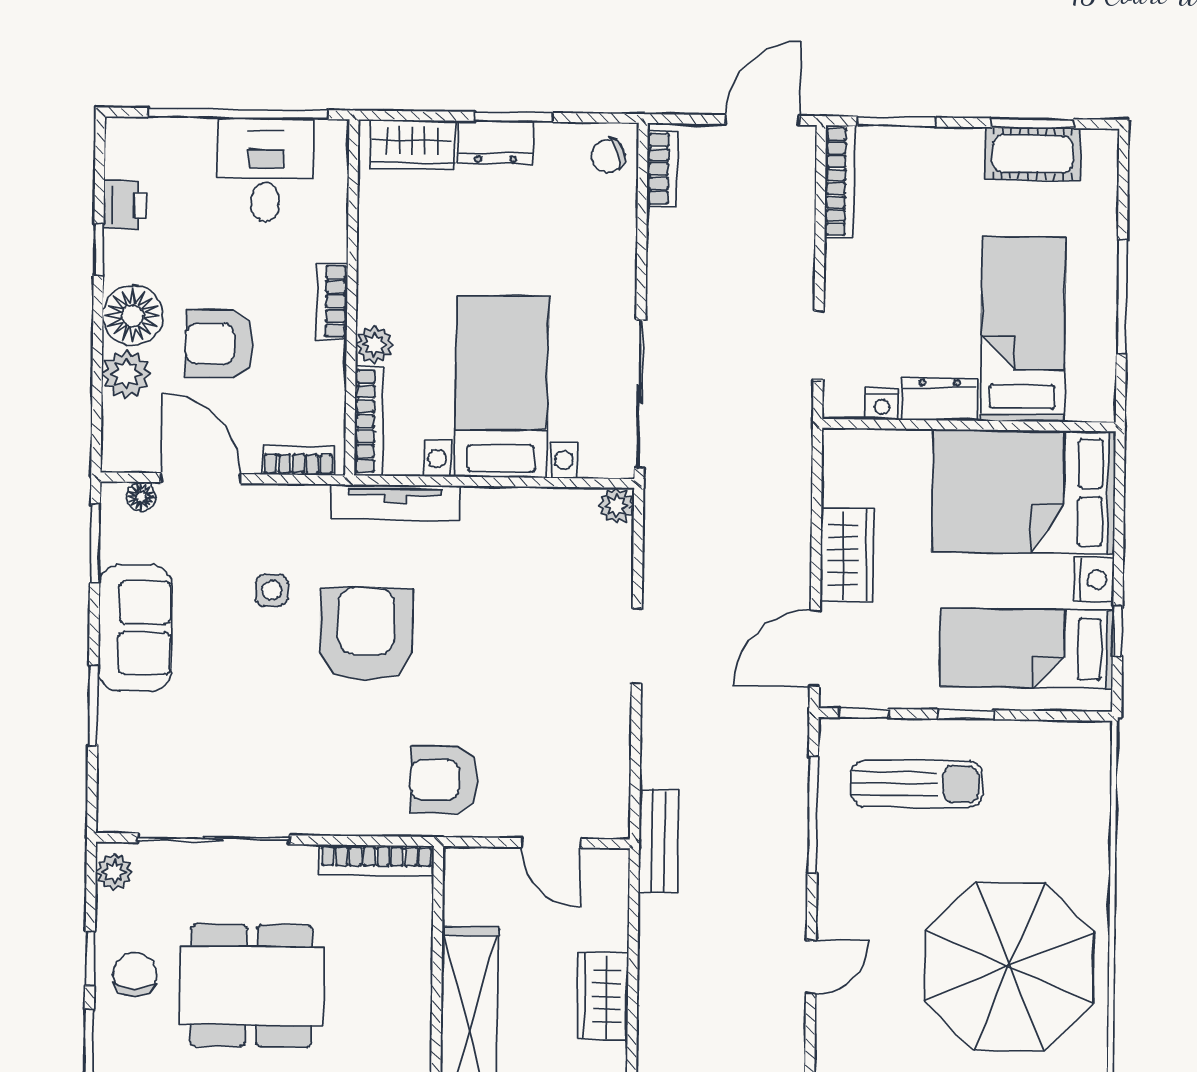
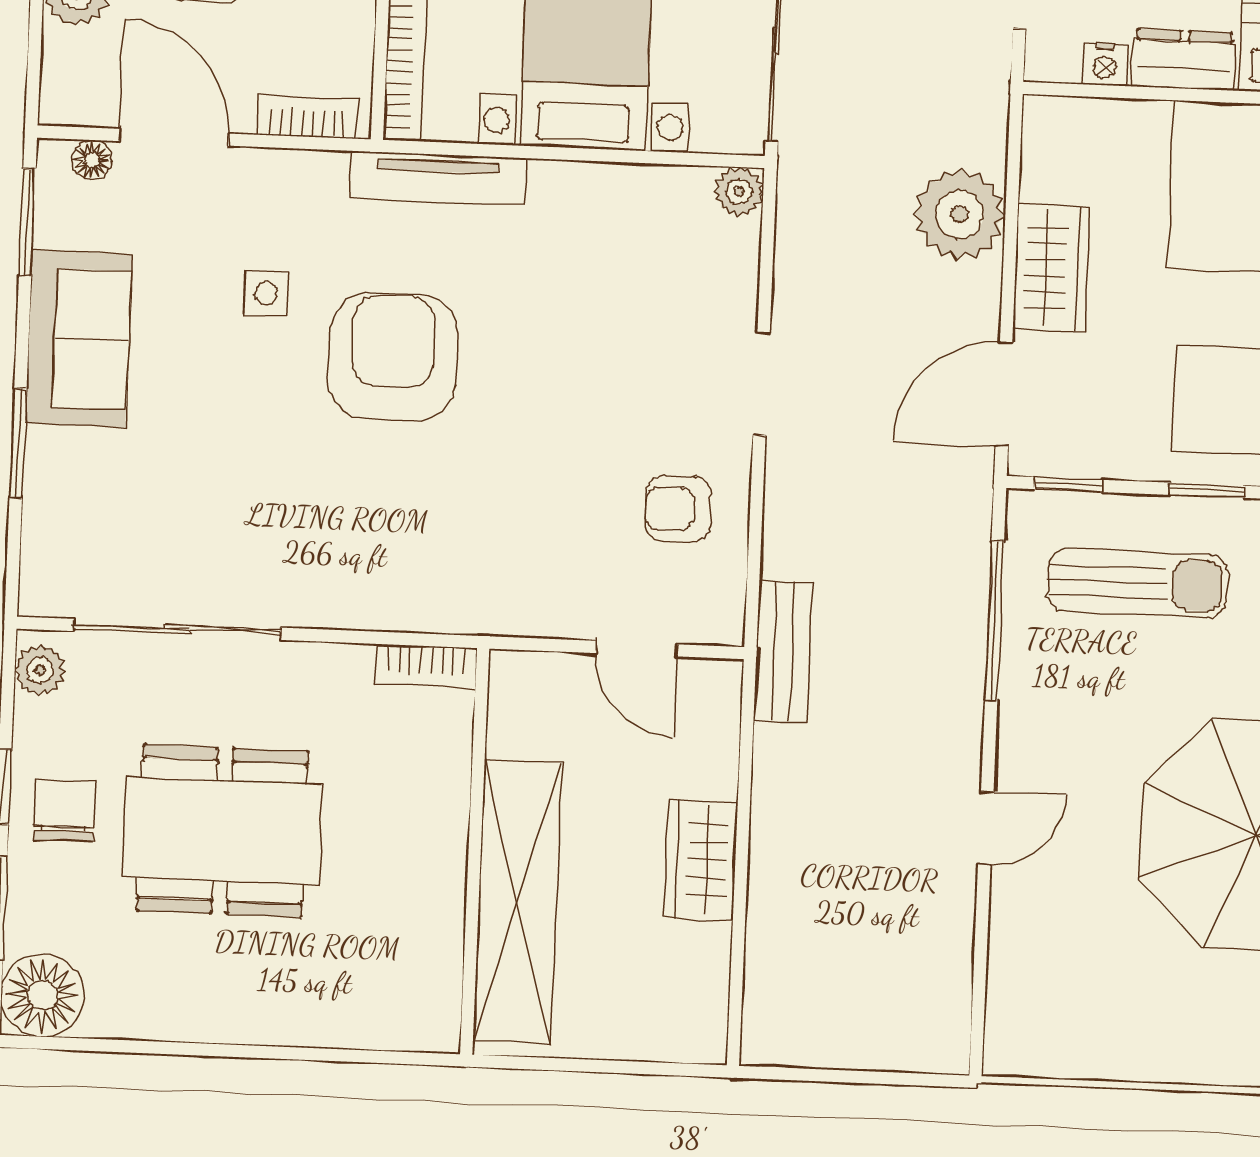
plant: (778, 518) -> (960, 214), added
armchair: (444, 780) -> (678, 509), moved, width x0.72, depth x0.72
bookcase: (376, 860) -> (426, 666), width x0.64

